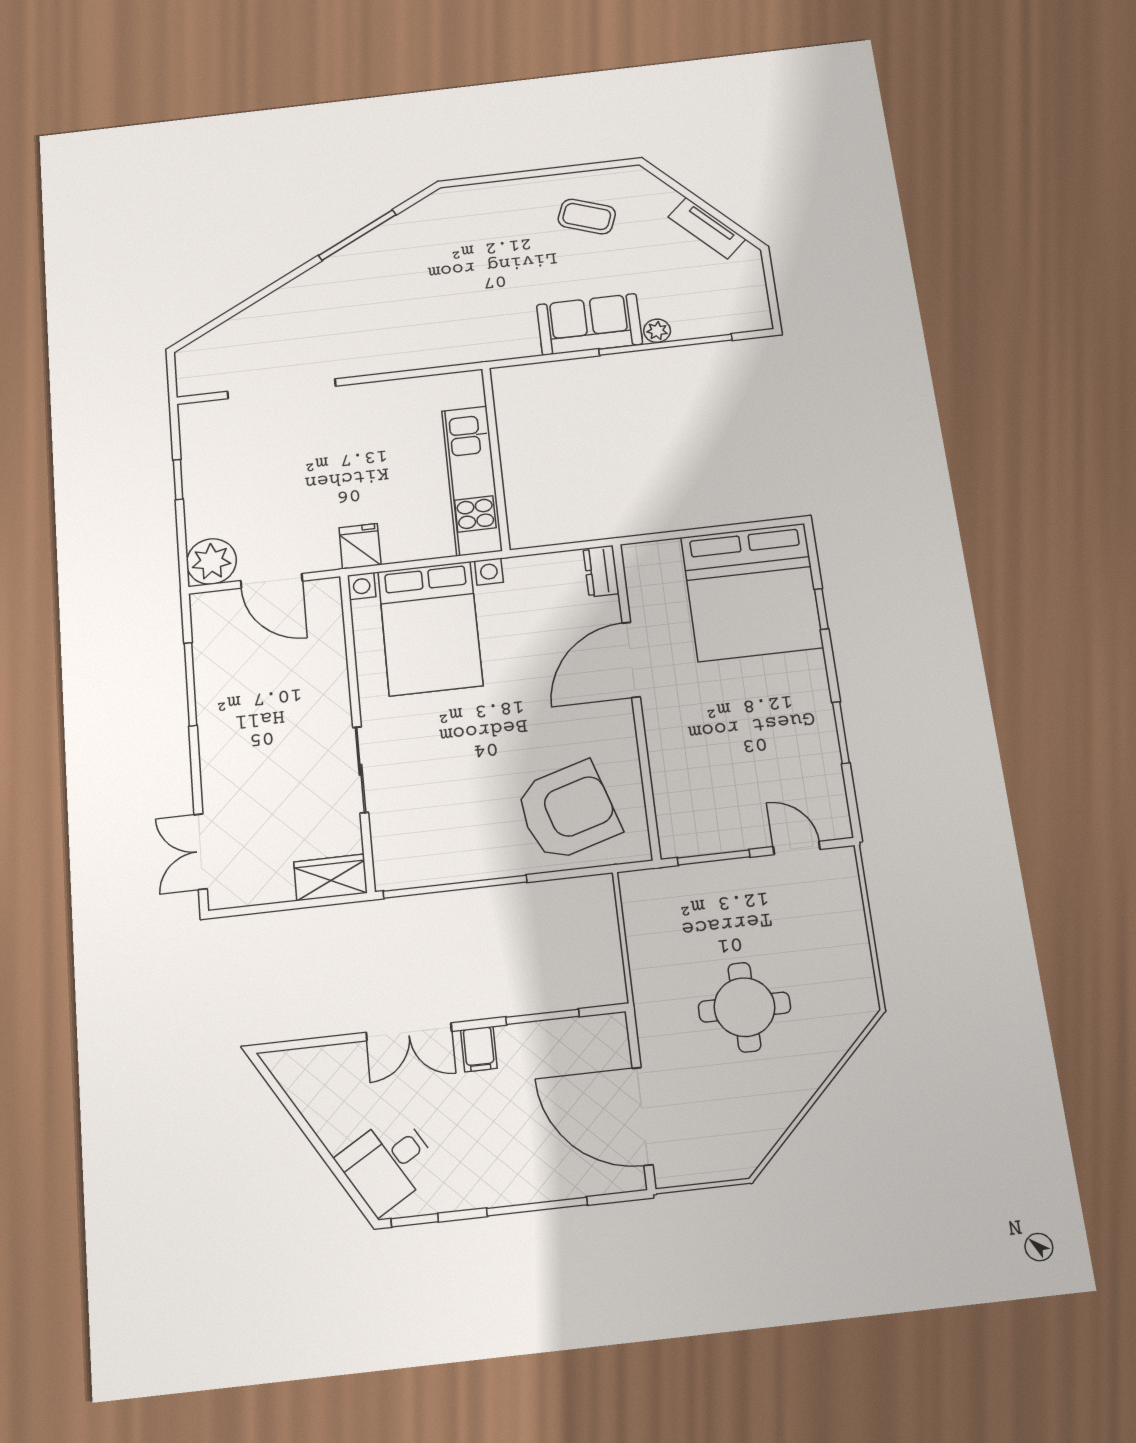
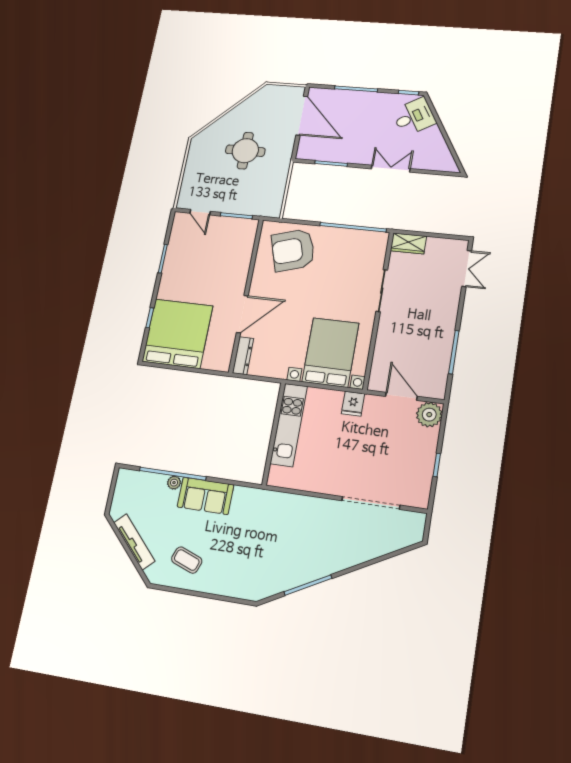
tv unit: (707, 228) -> (134, 542), width x1.41
dresser: (601, 571) -> (243, 356), width x1.44
filing cabinet: (479, 1049) -> (362, 156), removed

